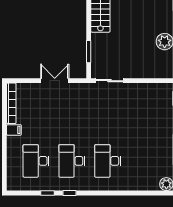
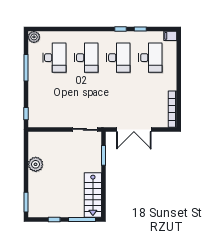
double door: (55, 81) -> (134, 129), width x1.37
filing cabinet: (14, 130) -> (170, 36), moved
desk: (144, 161) -> (54, 58), added

